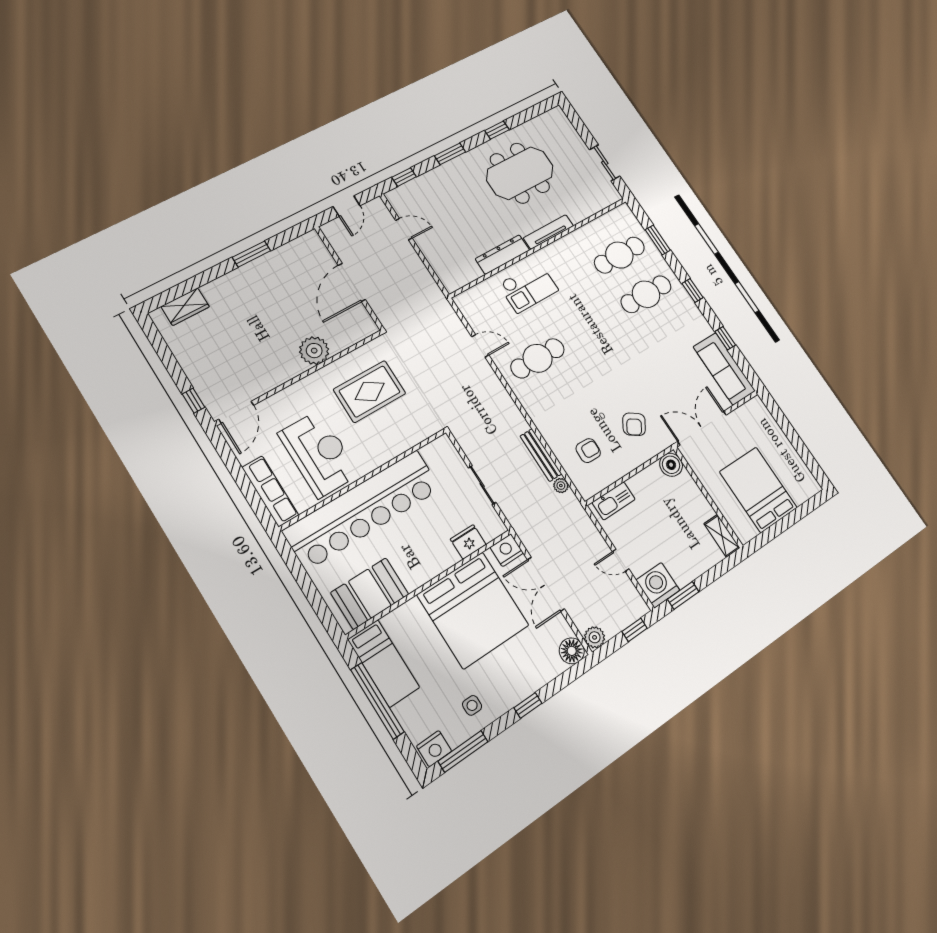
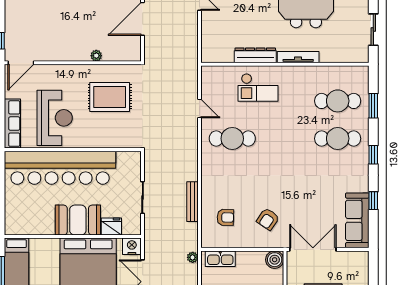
plant: (314, 351) -> (96, 56), width x0.53, depth x0.53
plant: (561, 486) -> (193, 257), moved
booth: (370, 593) -> (78, 220), moved

